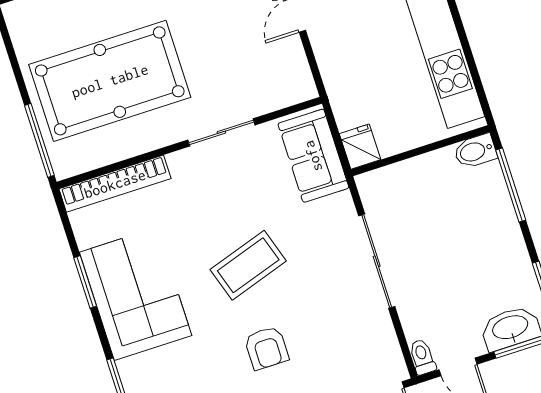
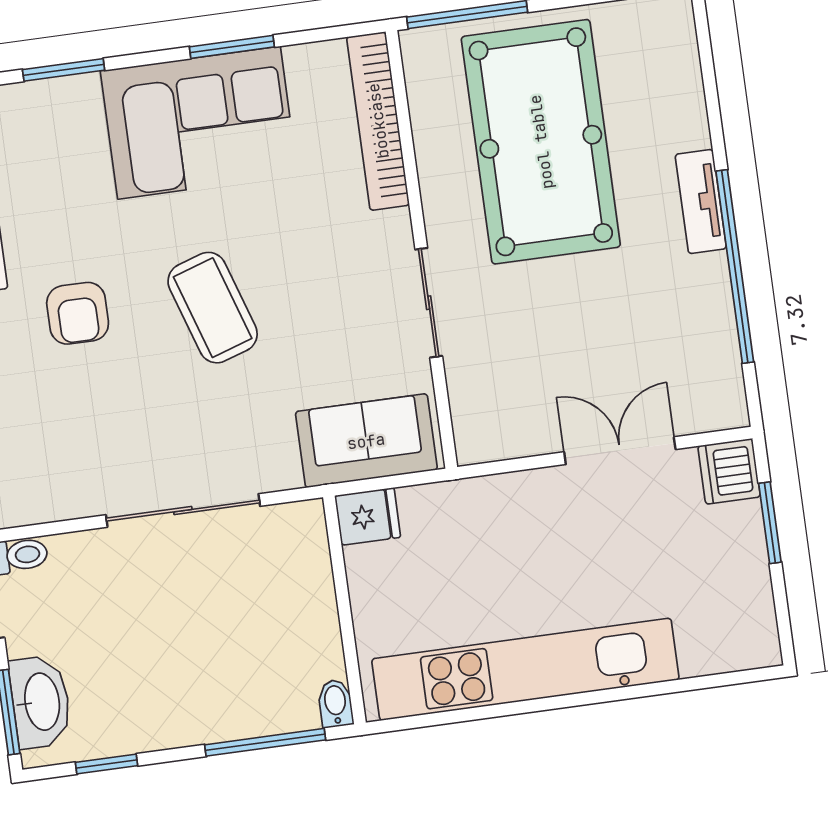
bidet: (475, 151) -> (335, 703), width x0.72, depth x0.74
armchair: (267, 348) -> (78, 313), turned -90

